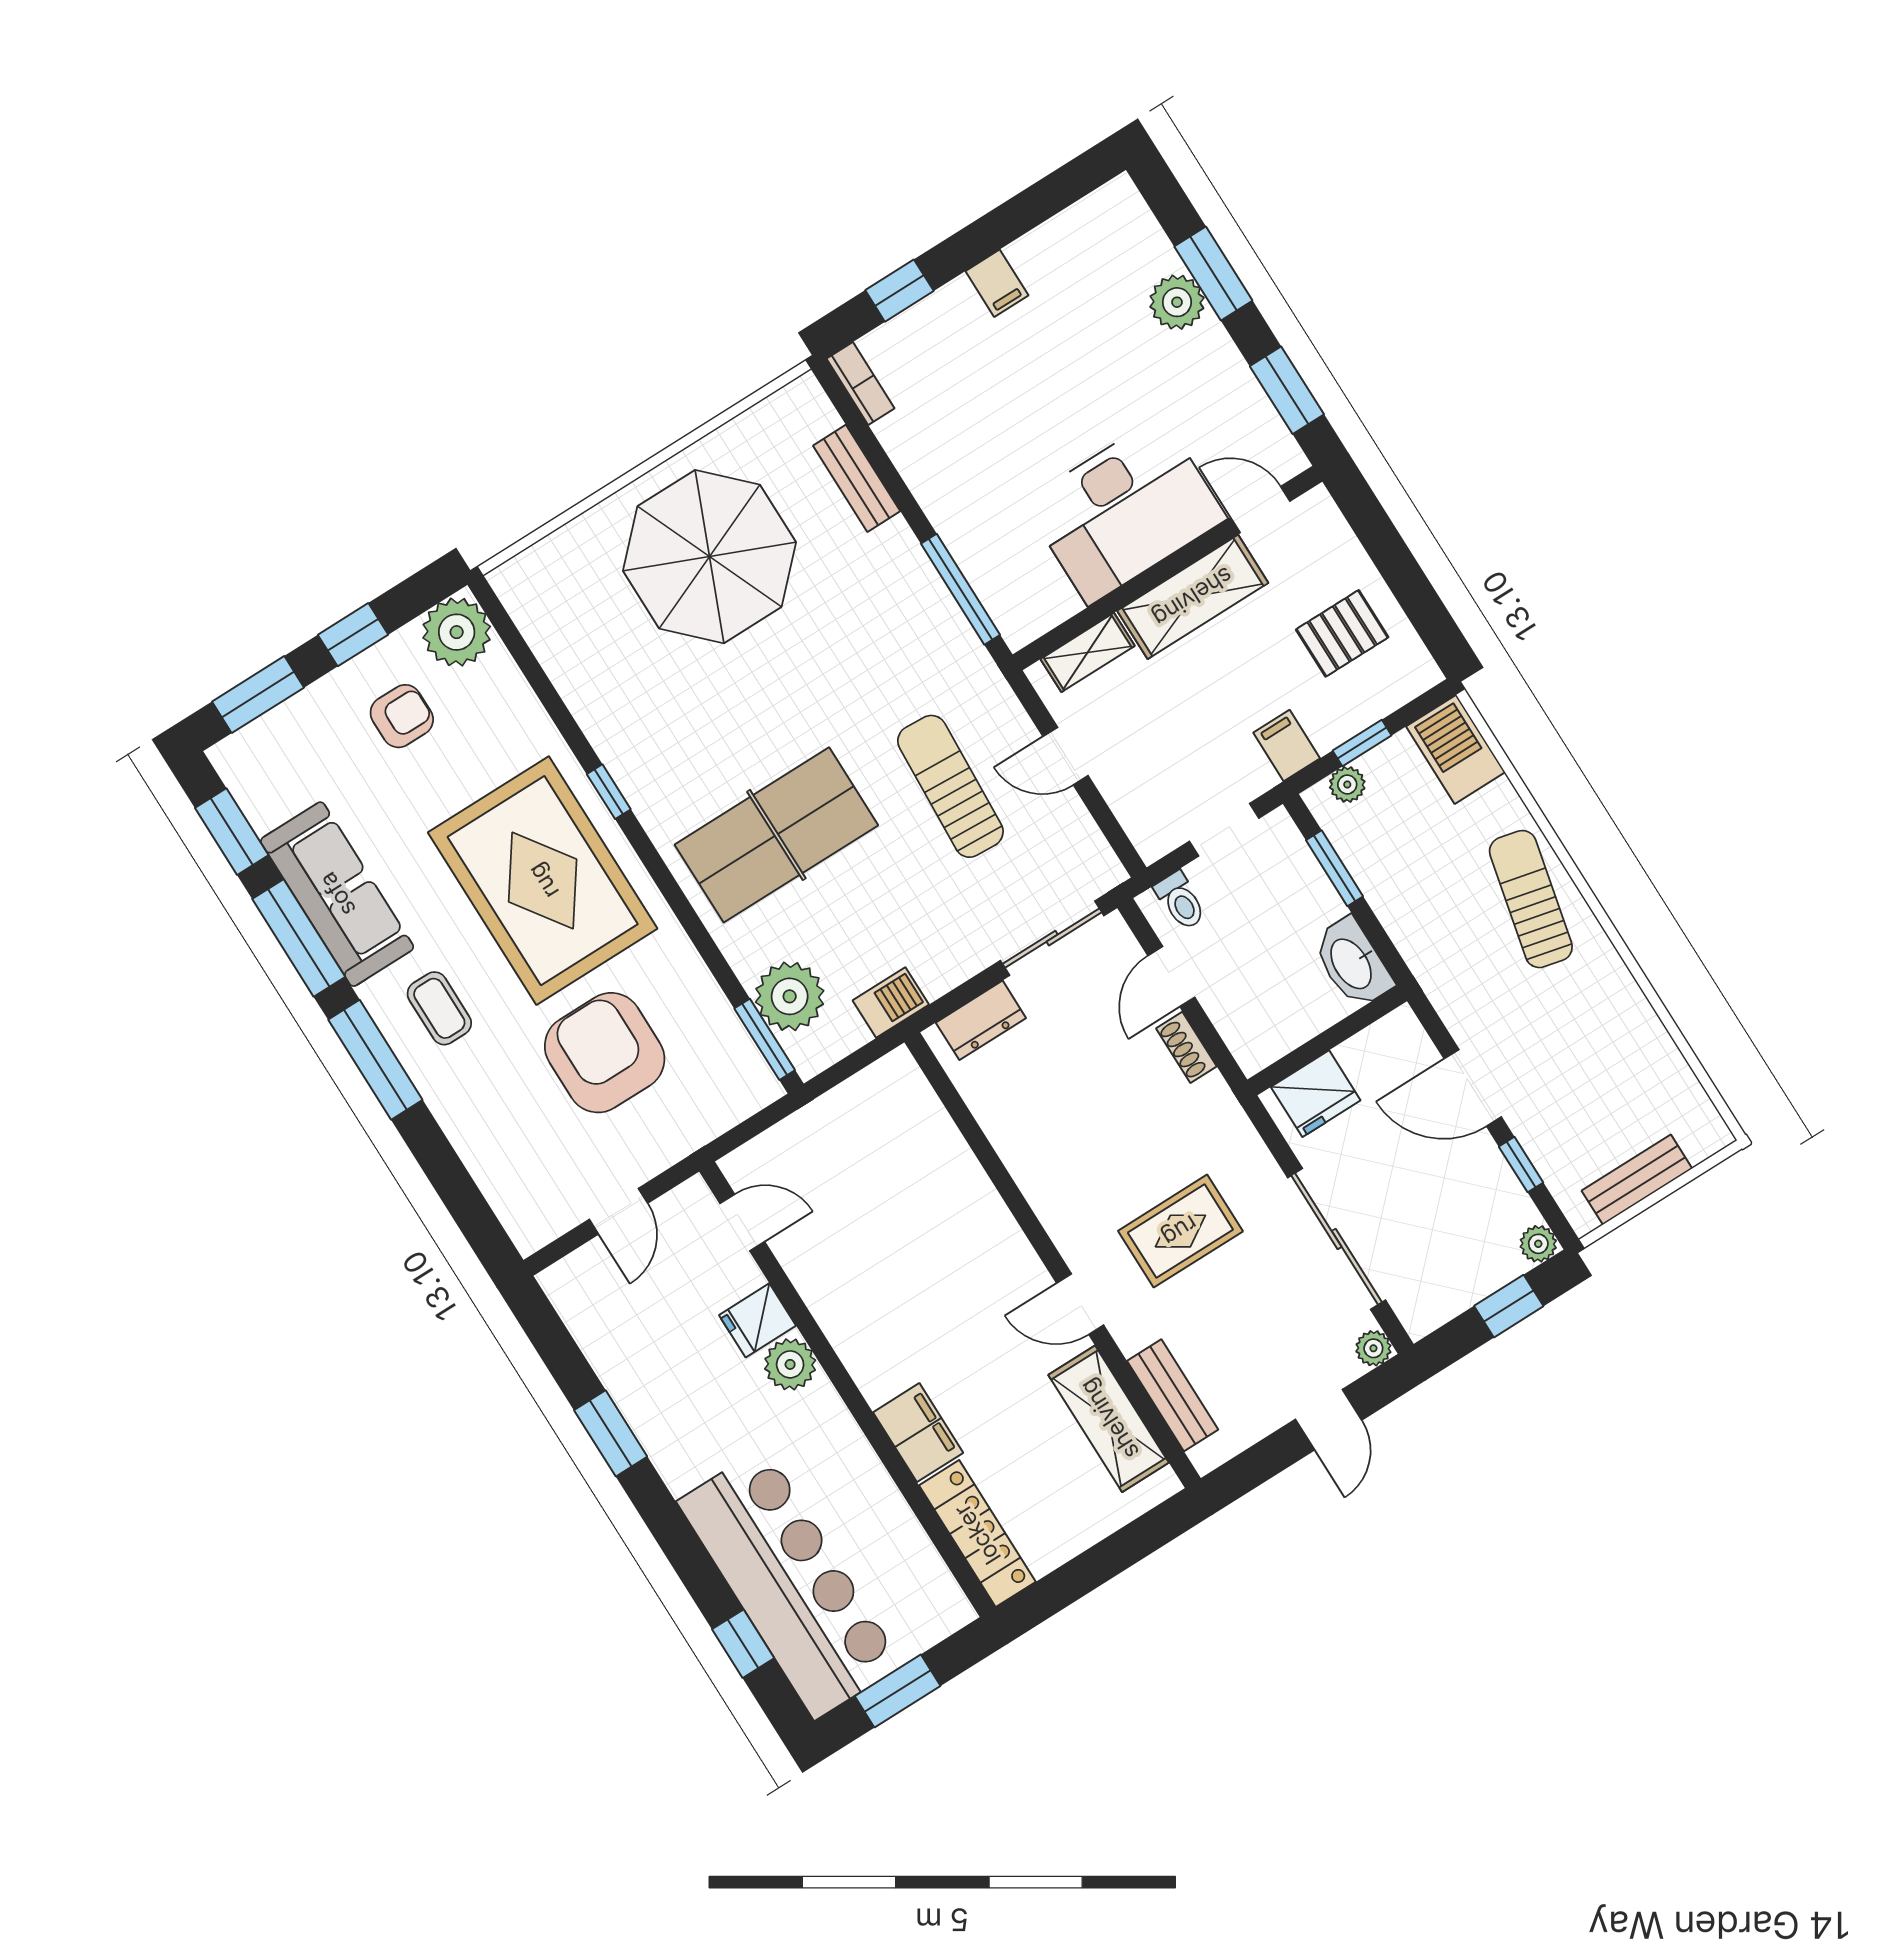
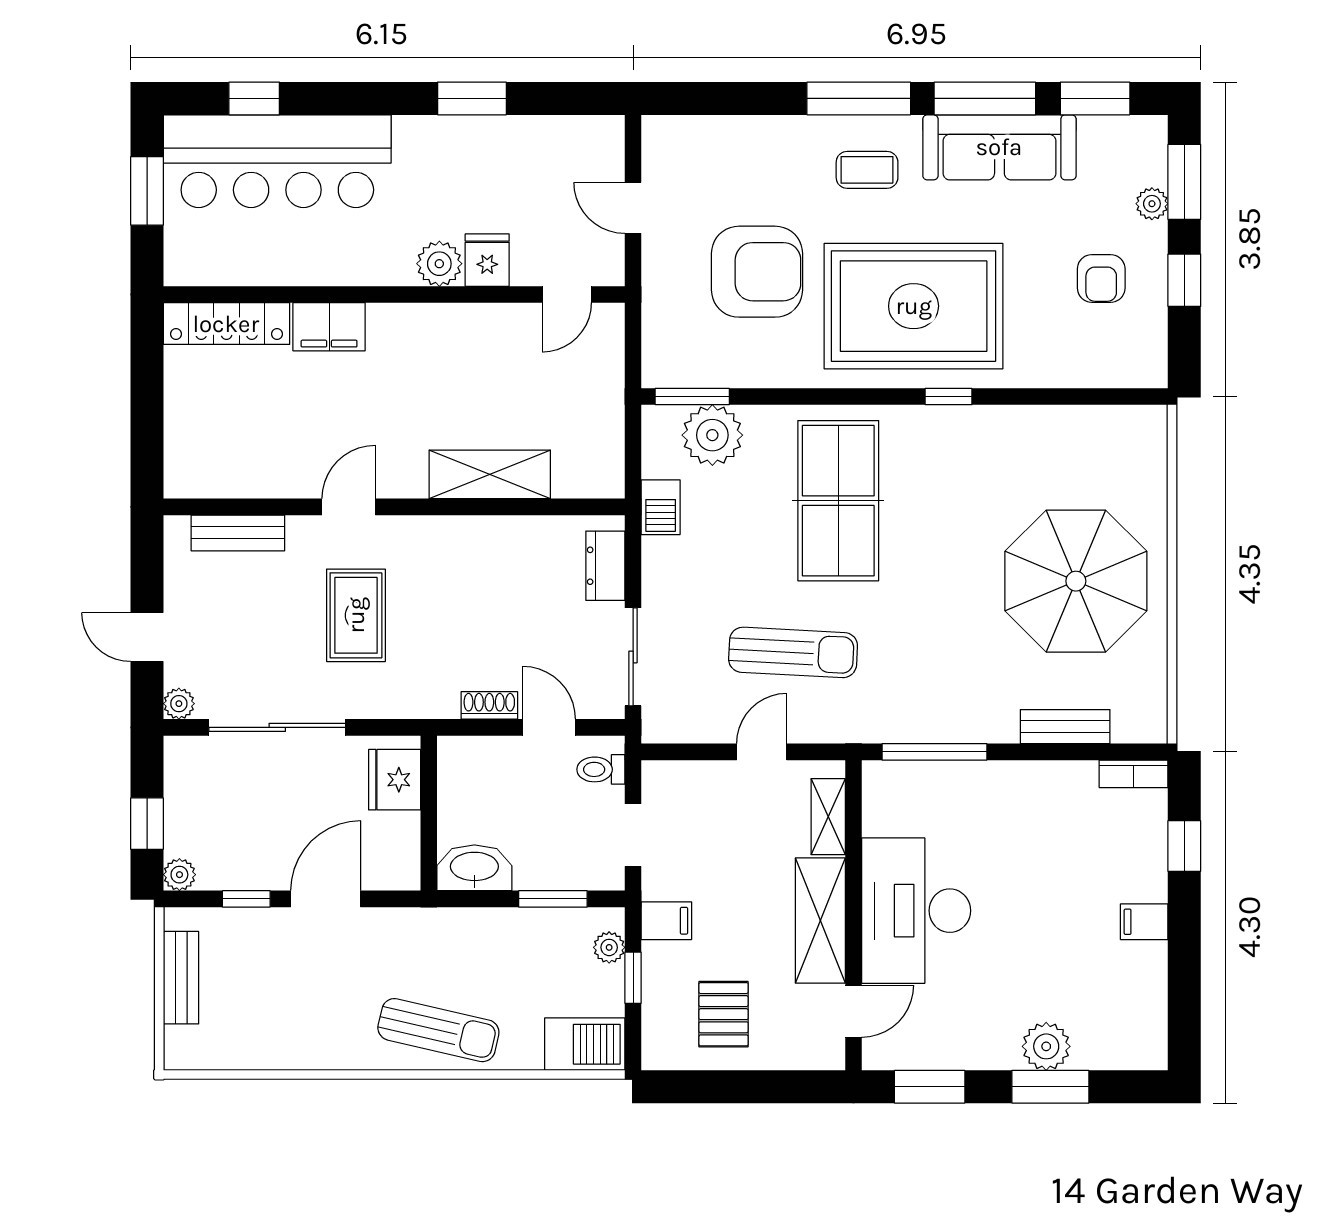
plant: (457, 632) -> (1152, 204), moved, width x0.53, depth x0.53
shelving: (1109, 1419) -> (490, 474), moved

